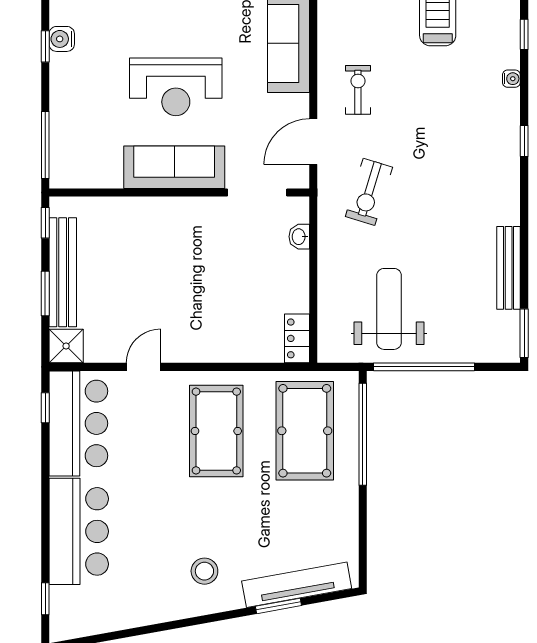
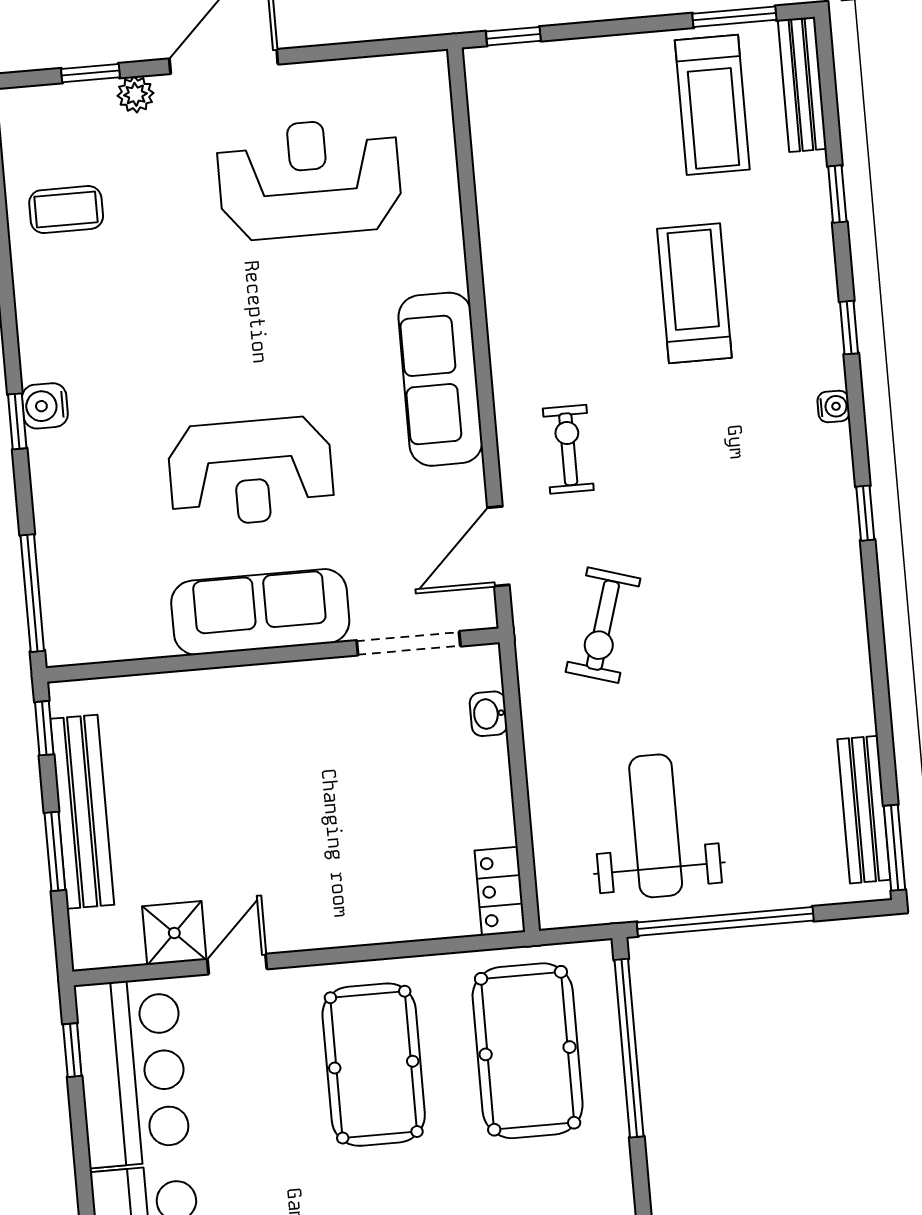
bench: (509, 268) -> (864, 810), moved
shower: (66, 346) -> (174, 933), moved

